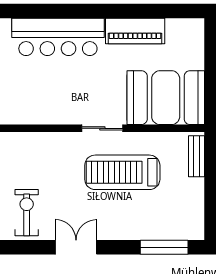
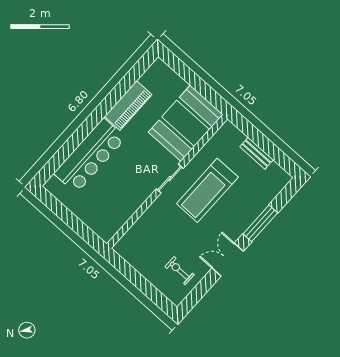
bench: (196, 156) -> (257, 153), moved
exercise bike: (27, 213) -> (180, 271), width x0.73, depth x0.72
window: (164, 247) -> (260, 223), moved

